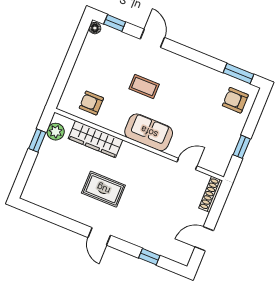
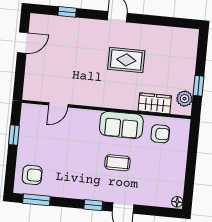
window: (115, 23) -> (93, 205), moved
sofa: (149, 132) -> (121, 125), moved
wardrobe: (95, 139) -> (155, 103), width x0.67
shoe rack: (211, 194) -> (29, 84), removed

